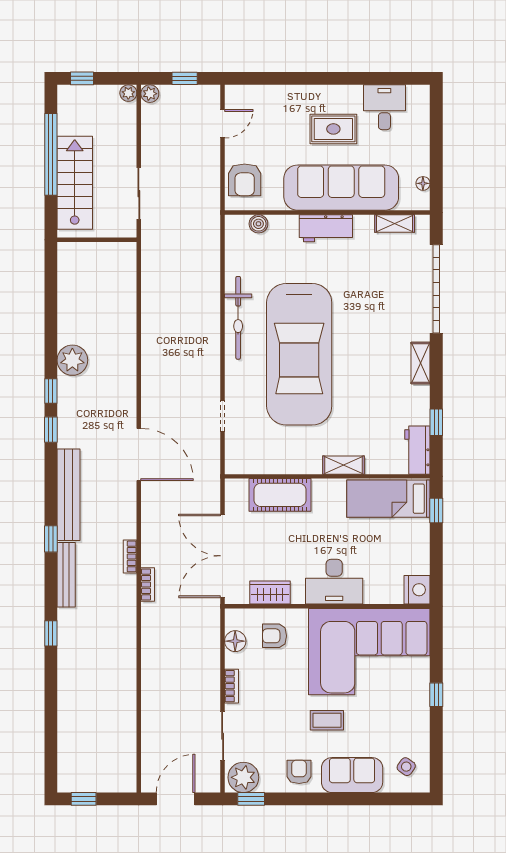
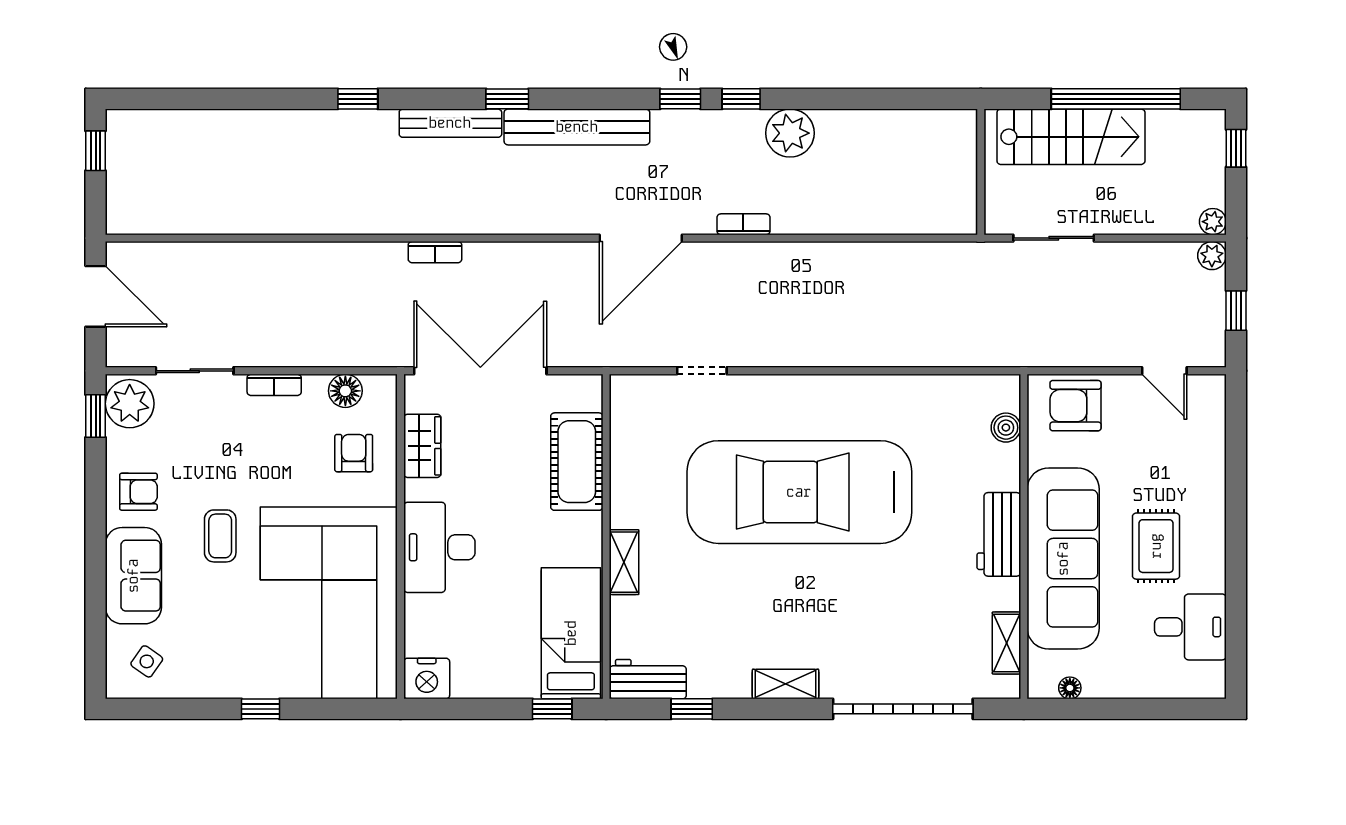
bicycle: (238, 318) -> (857, 395), removed
bookcase: (130, 556) -> (743, 224), moved

